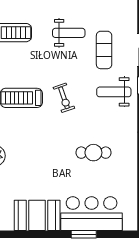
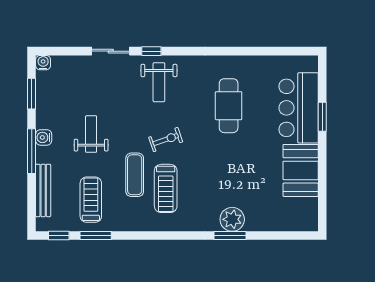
exercise mat: (104, 50) -> (135, 175), moved, turned 90
cafe table: (93, 153) -> (229, 106), width x1.37, depth x1.35

